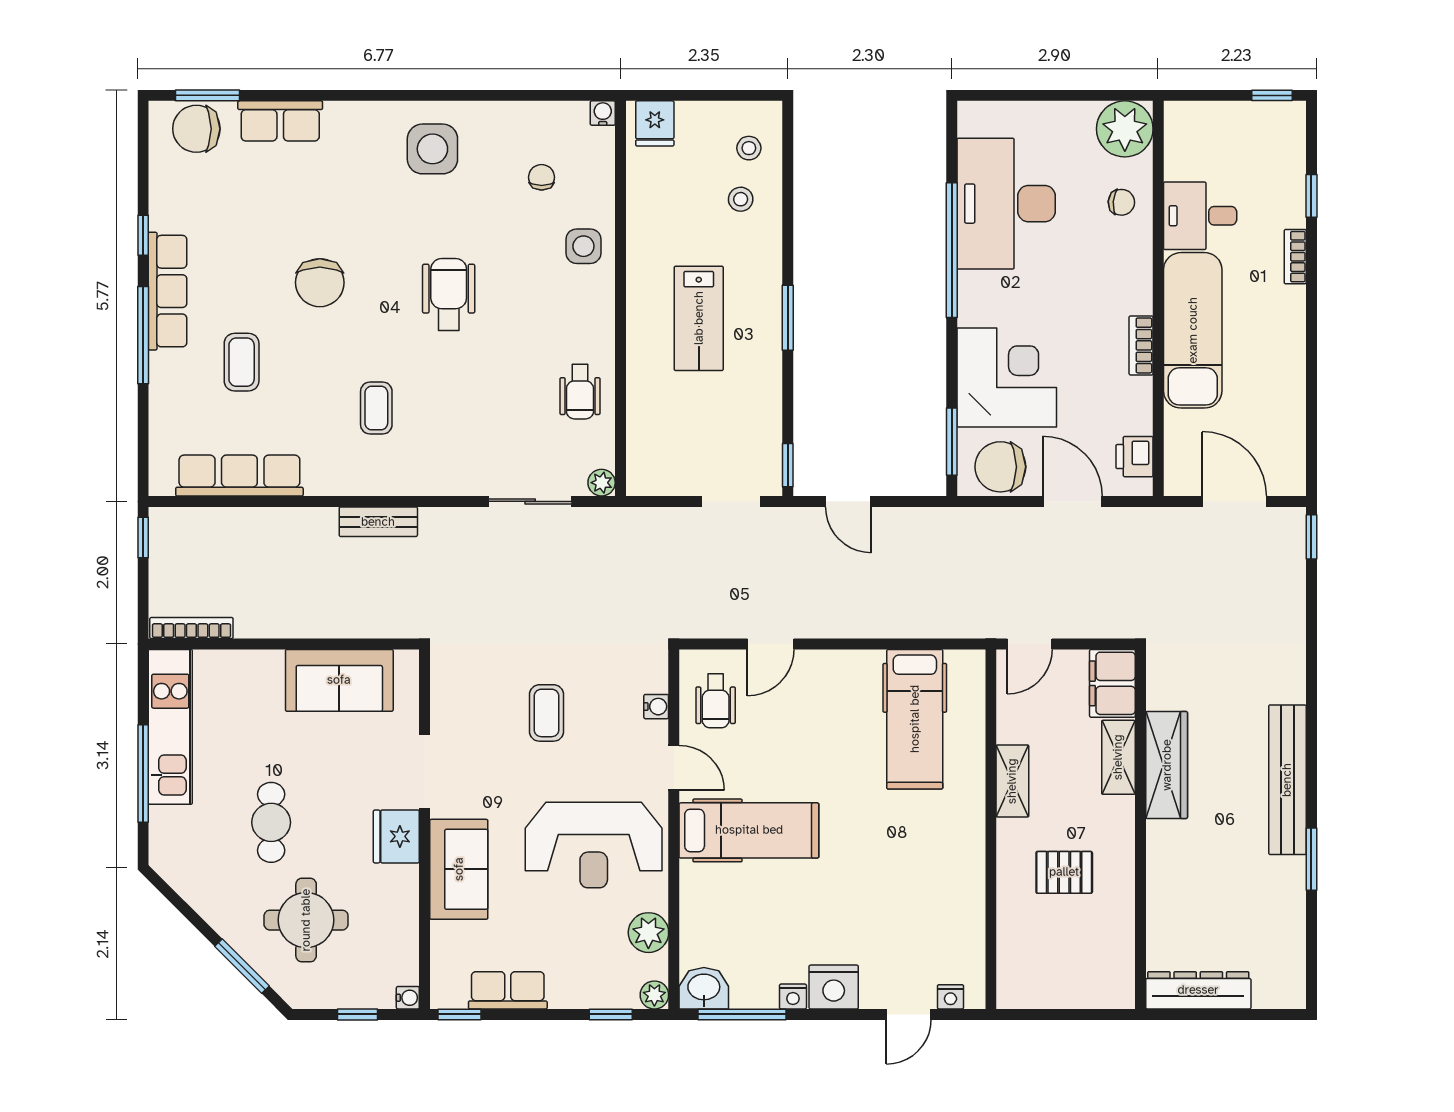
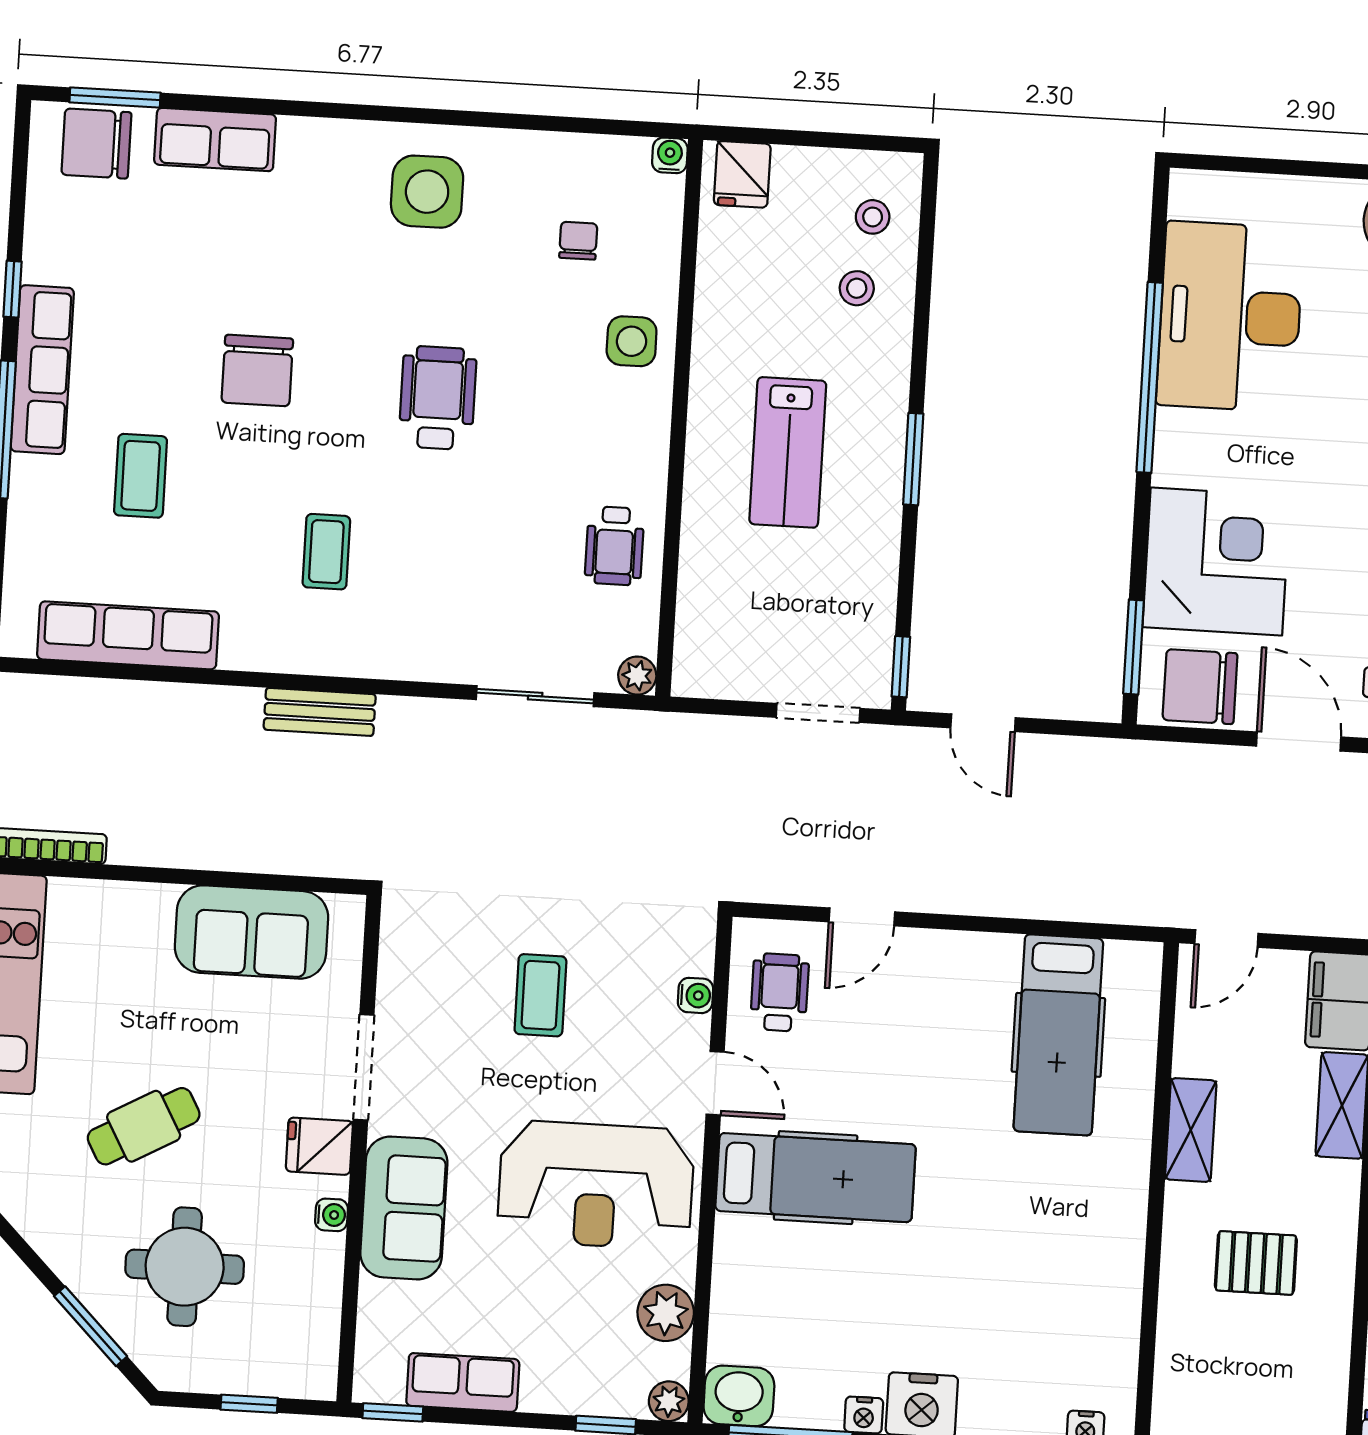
wheelchair: (716, 701) -> (780, 992), turned 180
cafe table: (271, 822) -> (144, 1126), turned 61
fridge: (396, 836) -> (319, 1146), width x0.72
water cooler: (408, 998) -> (332, 1215), moved

